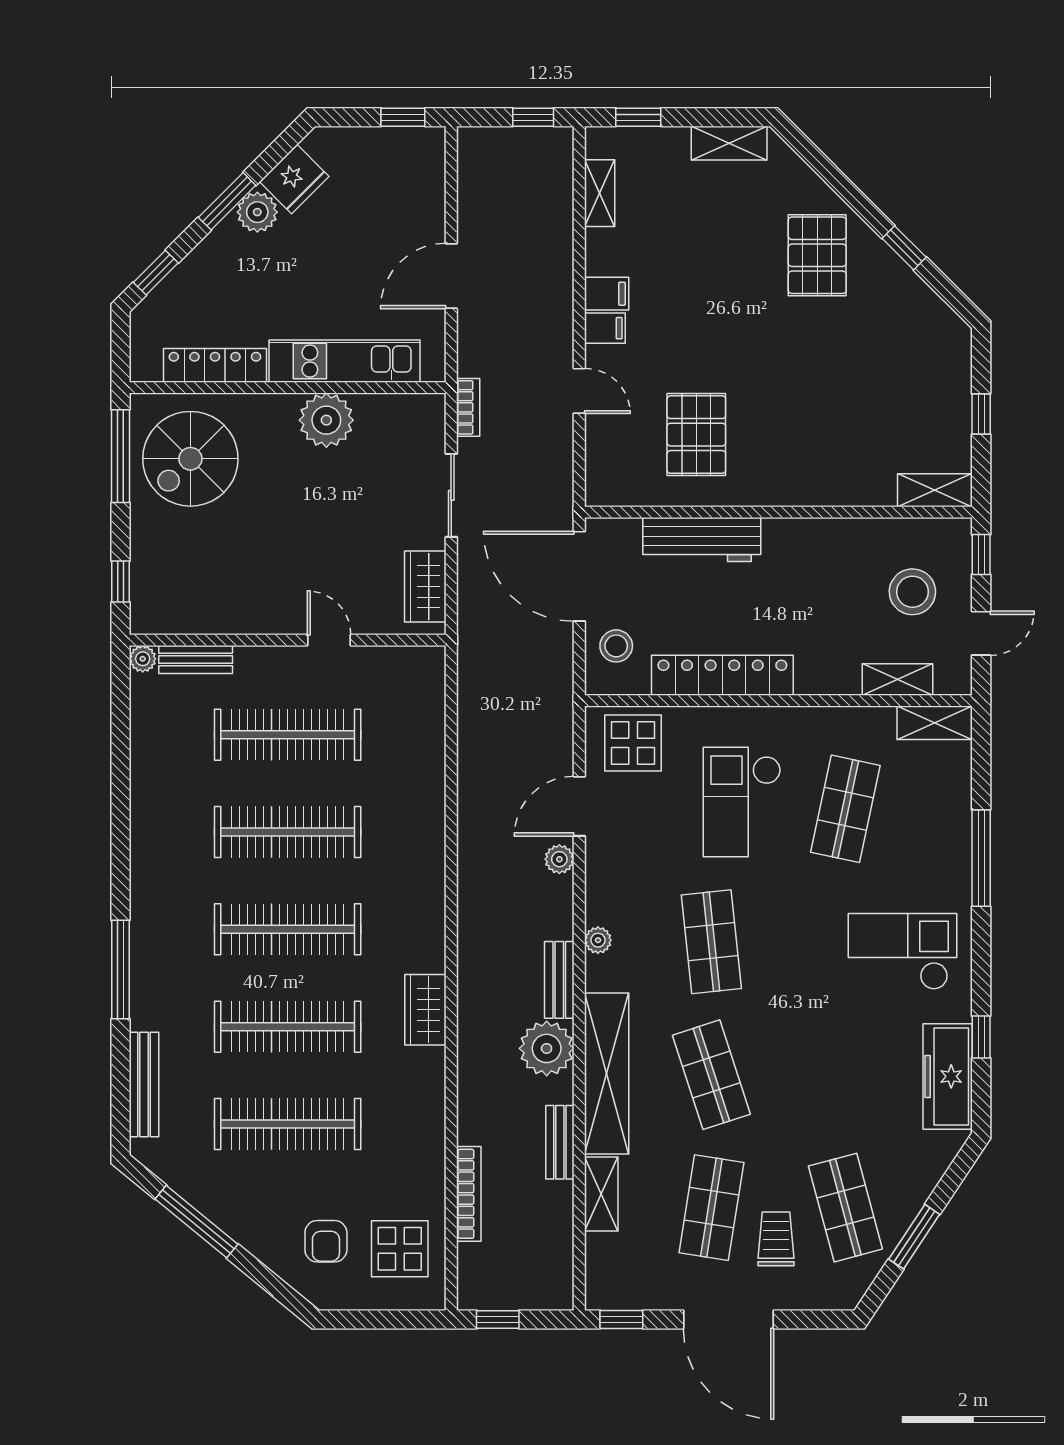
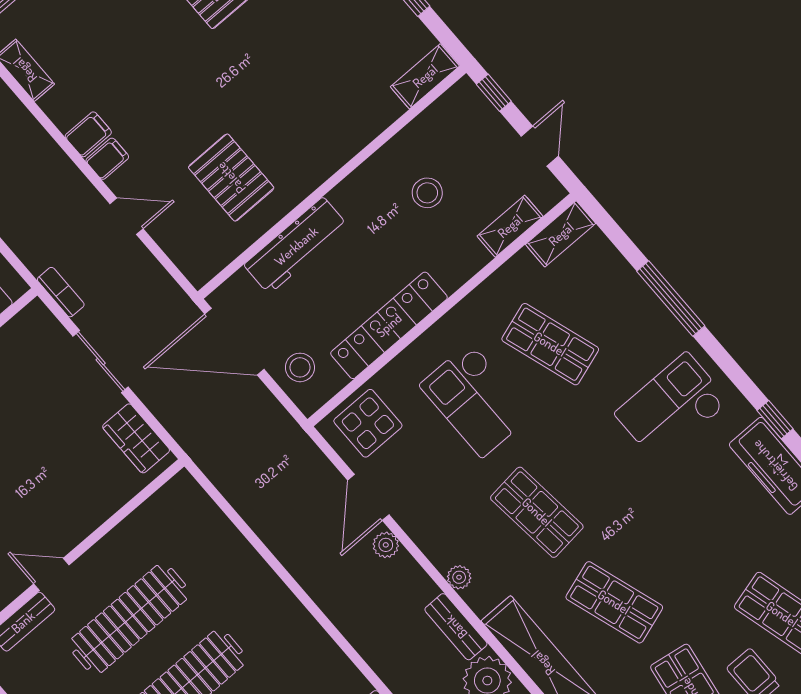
stool: (912, 592) -> (427, 193), moved, width x0.73, depth x0.73
door: (329, 640) -> (51, 574), moved
shop shelf: (845, 809) -> (550, 344), turned -30

